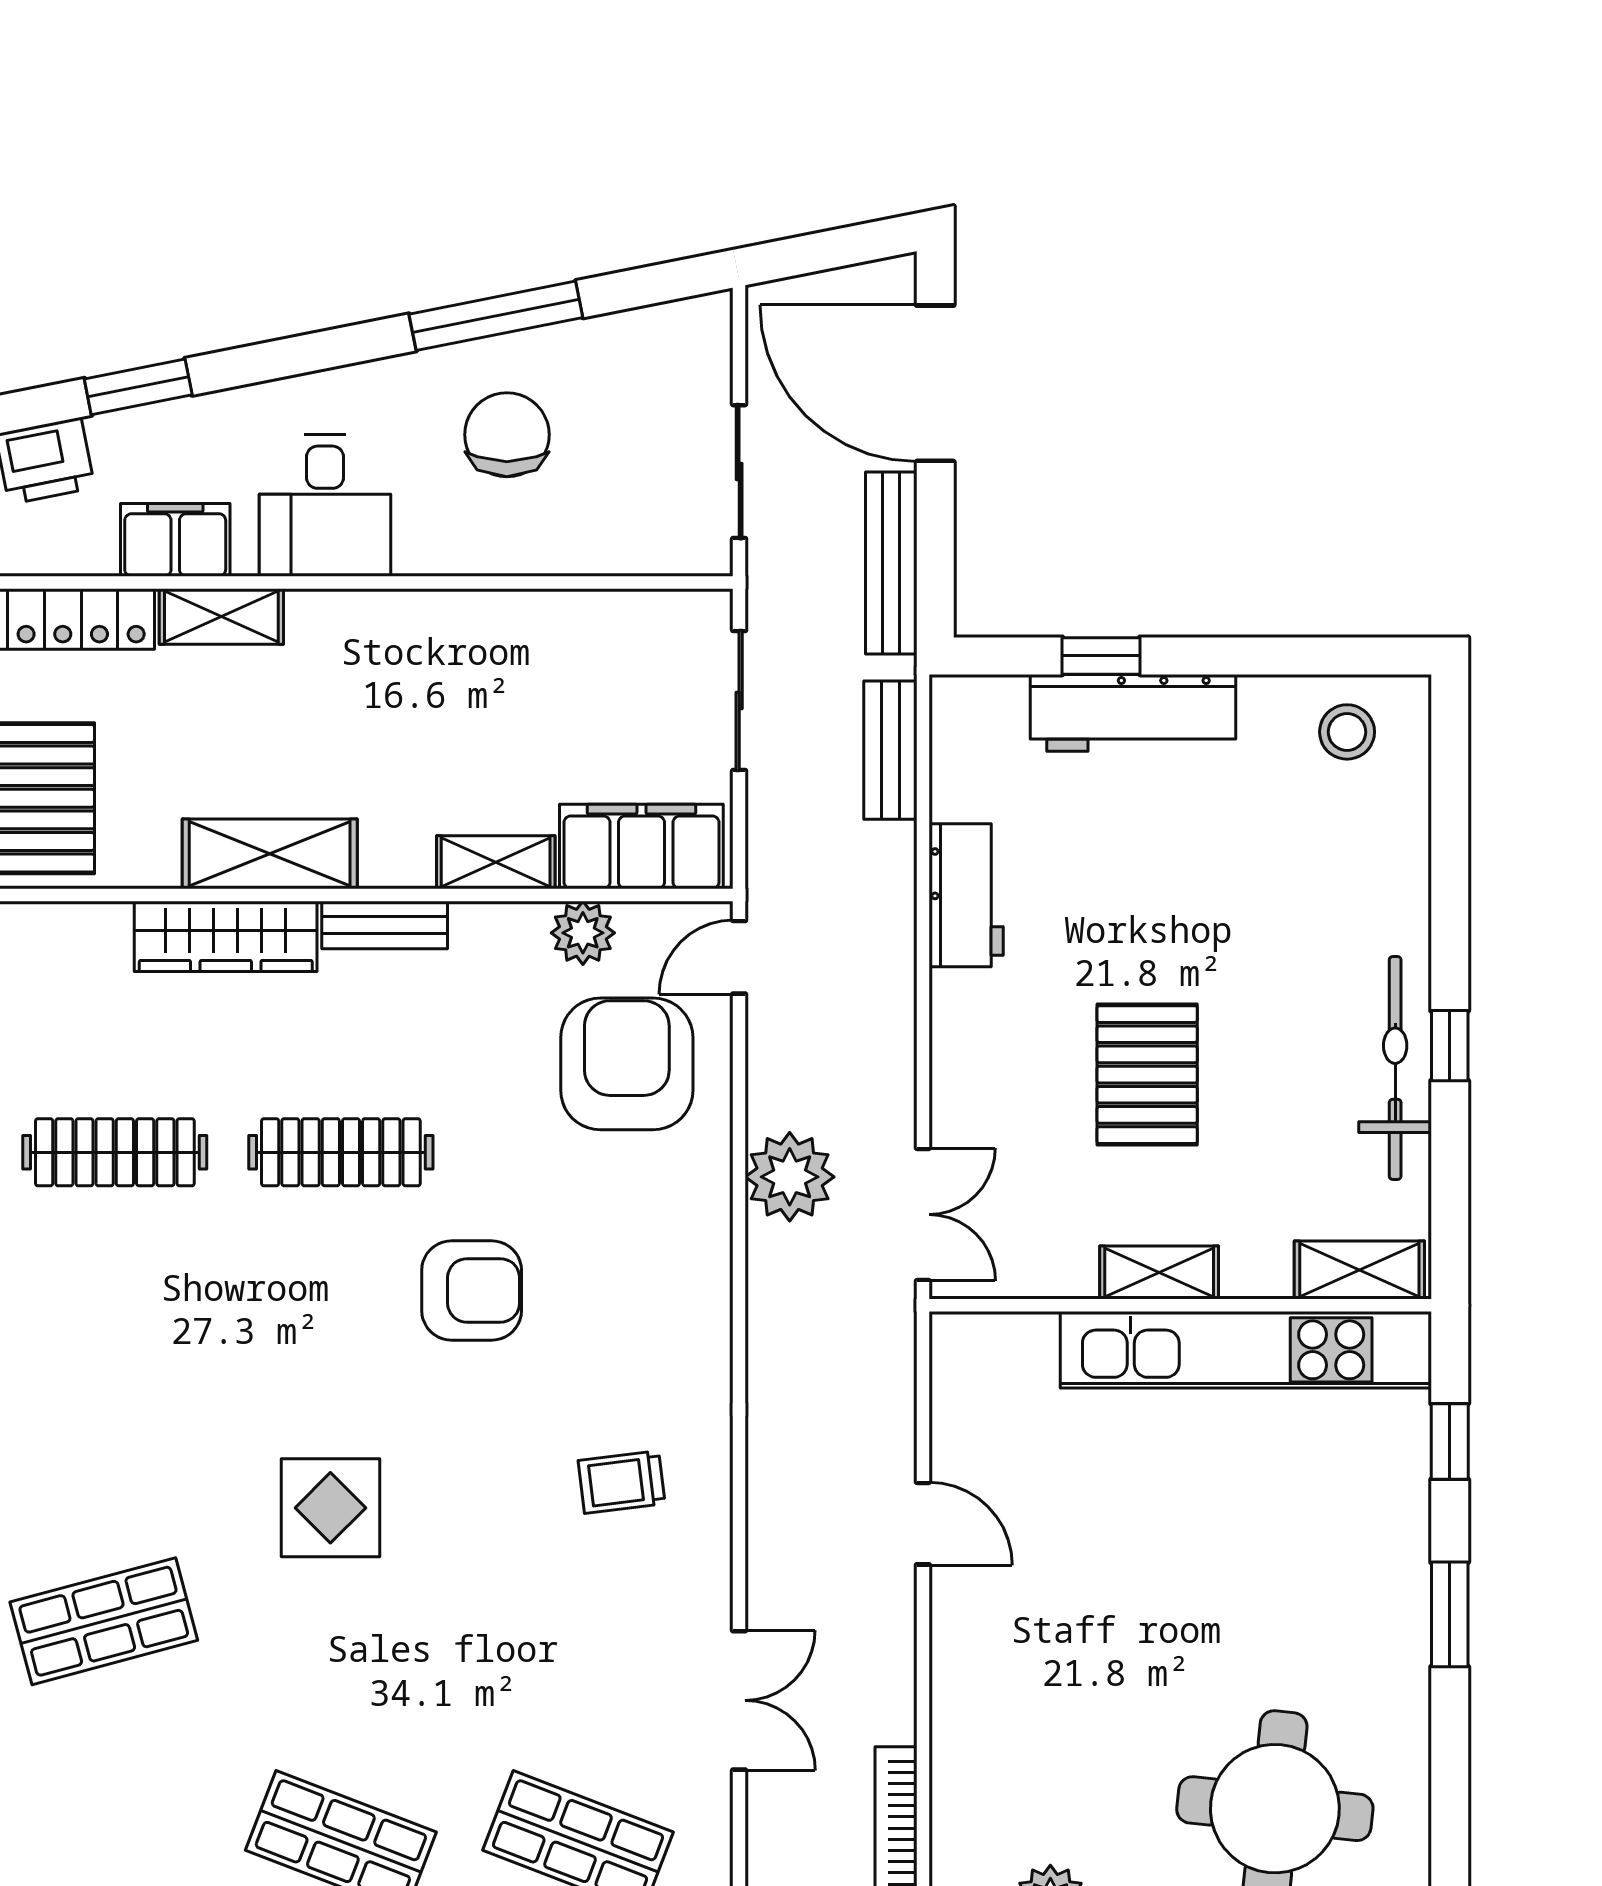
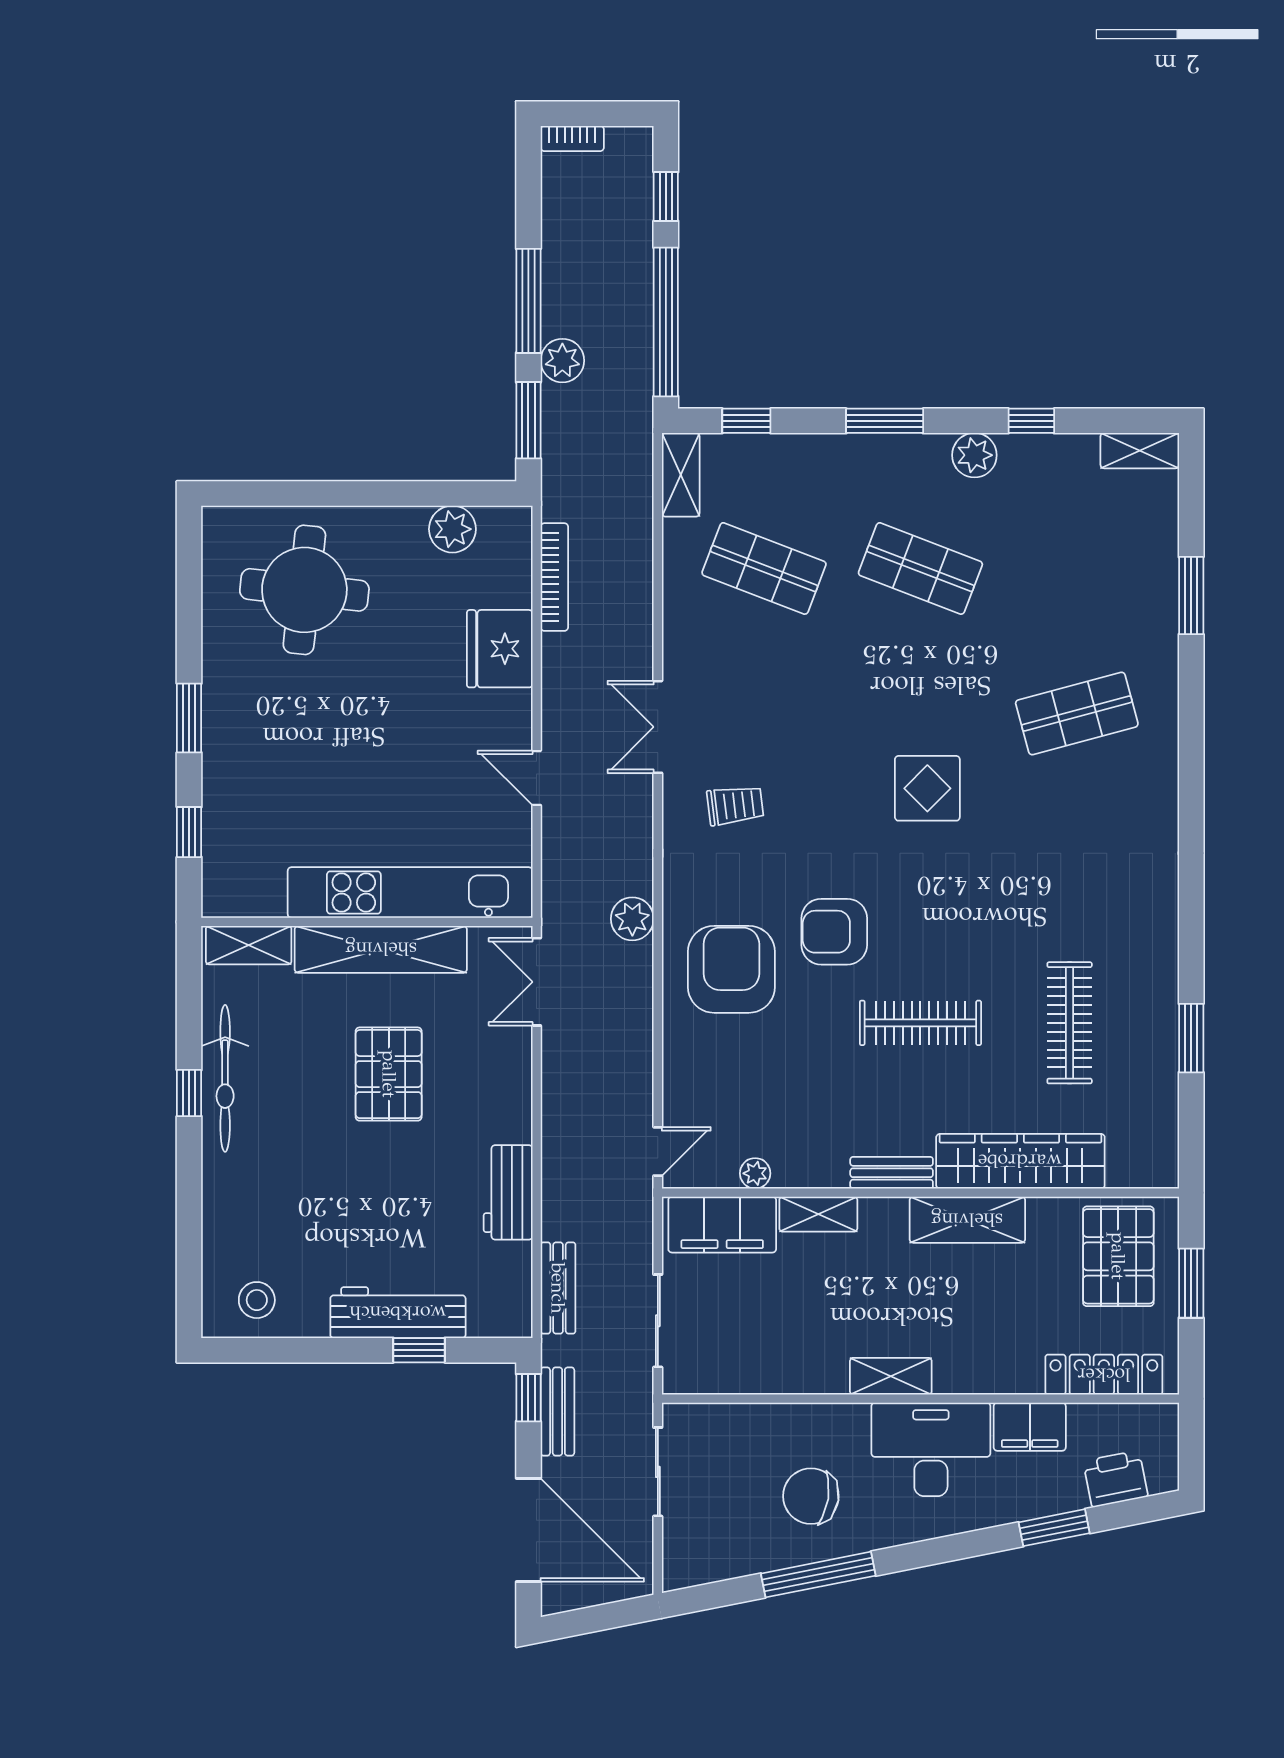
chair: (507, 435) -> (811, 1496), turned 99
desk: (325, 506) -> (931, 1449), width x1.37
bench: (891, 563) -> (557, 1411), width x0.73
window: (935, 584) -> (528, 1398), added
shelving: (221, 617) -> (891, 1376), moved
plant: (583, 933) -> (755, 1173), width x0.73, depth x0.73
wardrobe: (226, 936) -> (1020, 1161), width x1.40, depth x1.17
armchair: (627, 1064) -> (731, 969), moved, turned 180
clothes rail: (115, 1152) -> (1070, 1023), turned 90
plant: (790, 1177) -> (632, 919), moved, width x0.73, depth x0.73
shelving: (1159, 1273) -> (381, 949), width x2.20, depth x1.33
kitchen unit: (1246, 1350) -> (410, 892), moved
double door: (739, 1700) -> (658, 727), moved
fridge: (979, 1719) -> (500, 649), added

